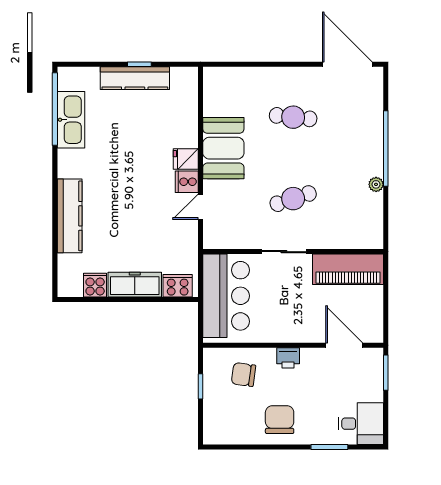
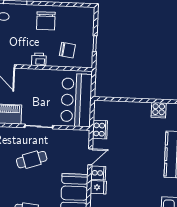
freezer: (135, 285) -> (134, 109), removed
cooker: (178, 286) -> (100, 130), moved, turned -90

